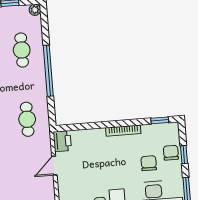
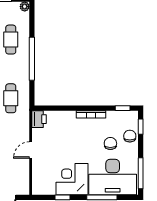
window: (184, 155) -> (141, 127), moved
door: (54, 166) -> (31, 150), moved

